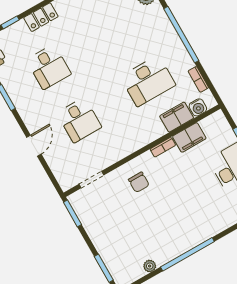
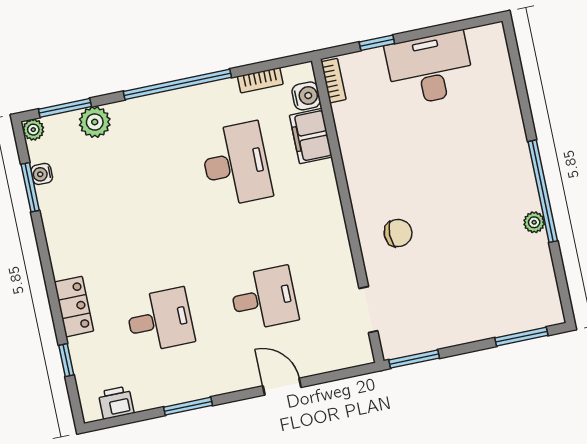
filing cabinet: (189, 137) -> (351, 126), removed
bookcase: (163, 147) -> (334, 81), moved
plant: (150, 266) -> (534, 222), moved

